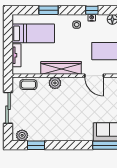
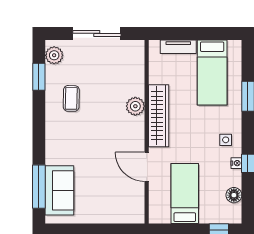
door: (94, 76) -> (147, 167), hinge flipped
coffee table: (28, 85) -> (71, 98), moved

